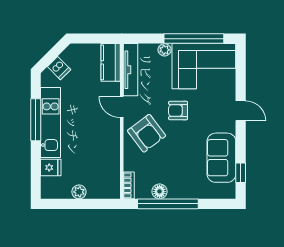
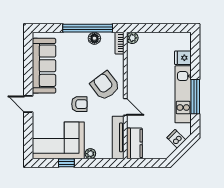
window: (194, 39) -> (66, 163), width x0.32
sofa: (221, 158) -> (44, 66), width x1.36
window: (241, 173) -> (28, 53), removed
plant: (79, 192) -> (132, 38), moved

